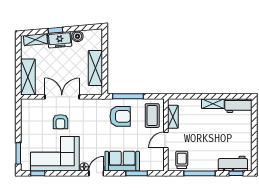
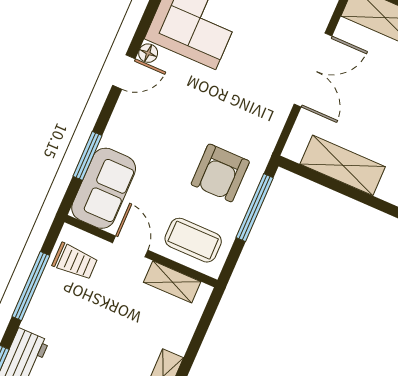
armchair: (60, 122) -> (263, 45), removed
sofa: (122, 161) -> (104, 188), moved
door: (96, 173) -> (124, 72), hinge flipped

